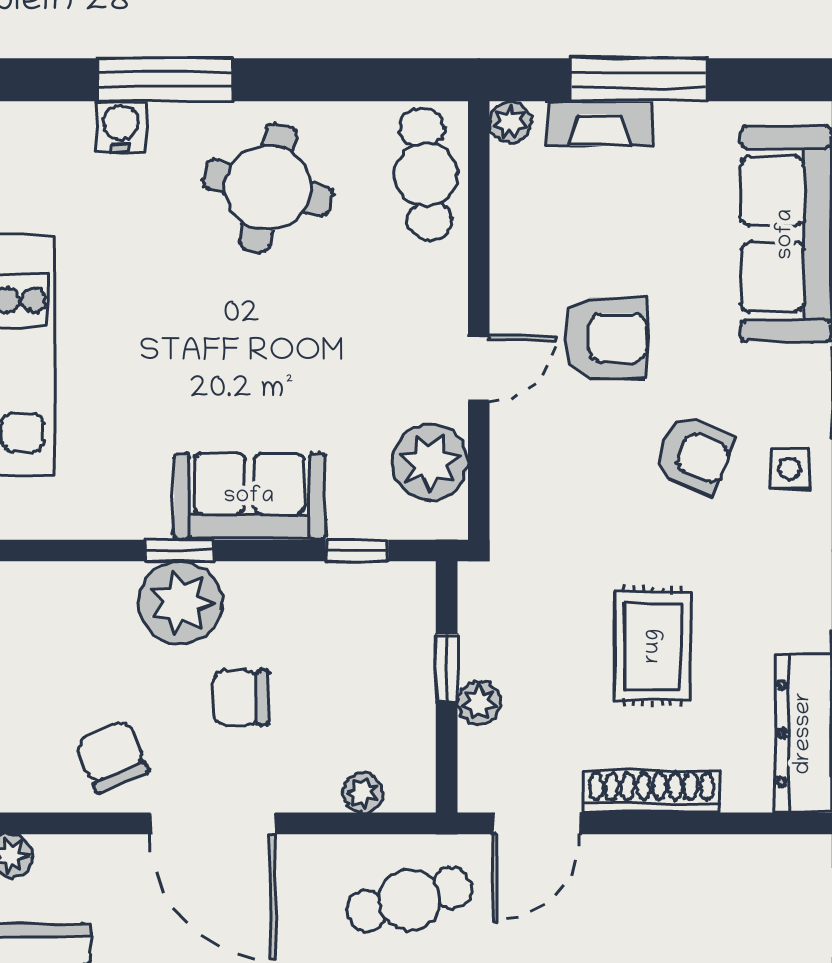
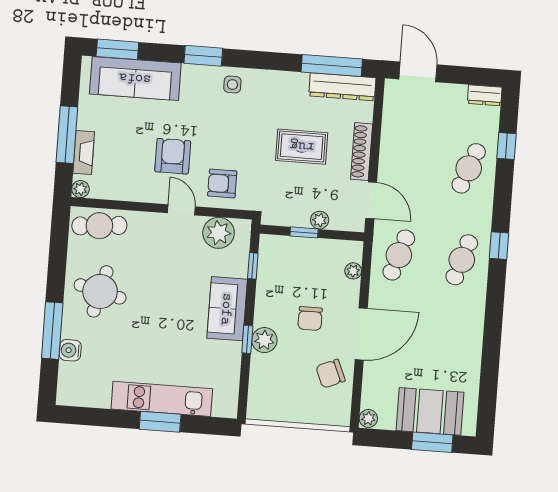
armchair: (694, 454) -> (222, 183), moved, turned -113
plant: (180, 603) -> (264, 340), width x0.73, depth x0.73
cafe table: (409, 900) -> (399, 255), turned 33

